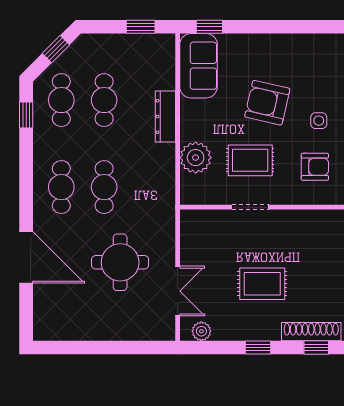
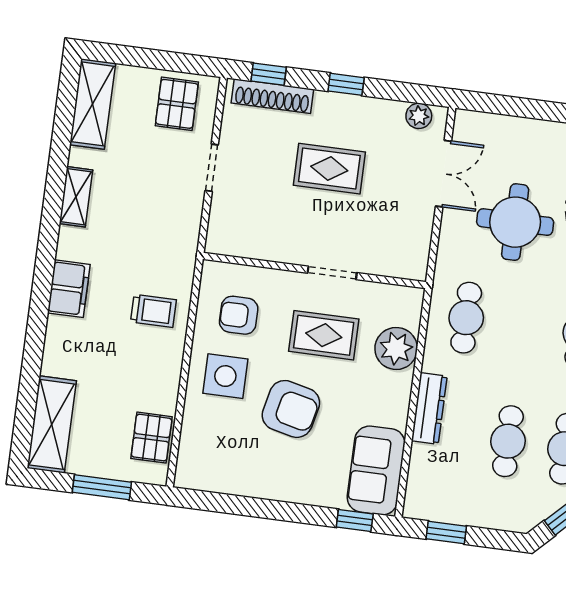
side table: (319, 121) -> (225, 376), width x1.87, depth x1.87
cafe table: (104, 187) -> (466, 318), moved
double door: (178, 291) -> (443, 174), swing flipped

